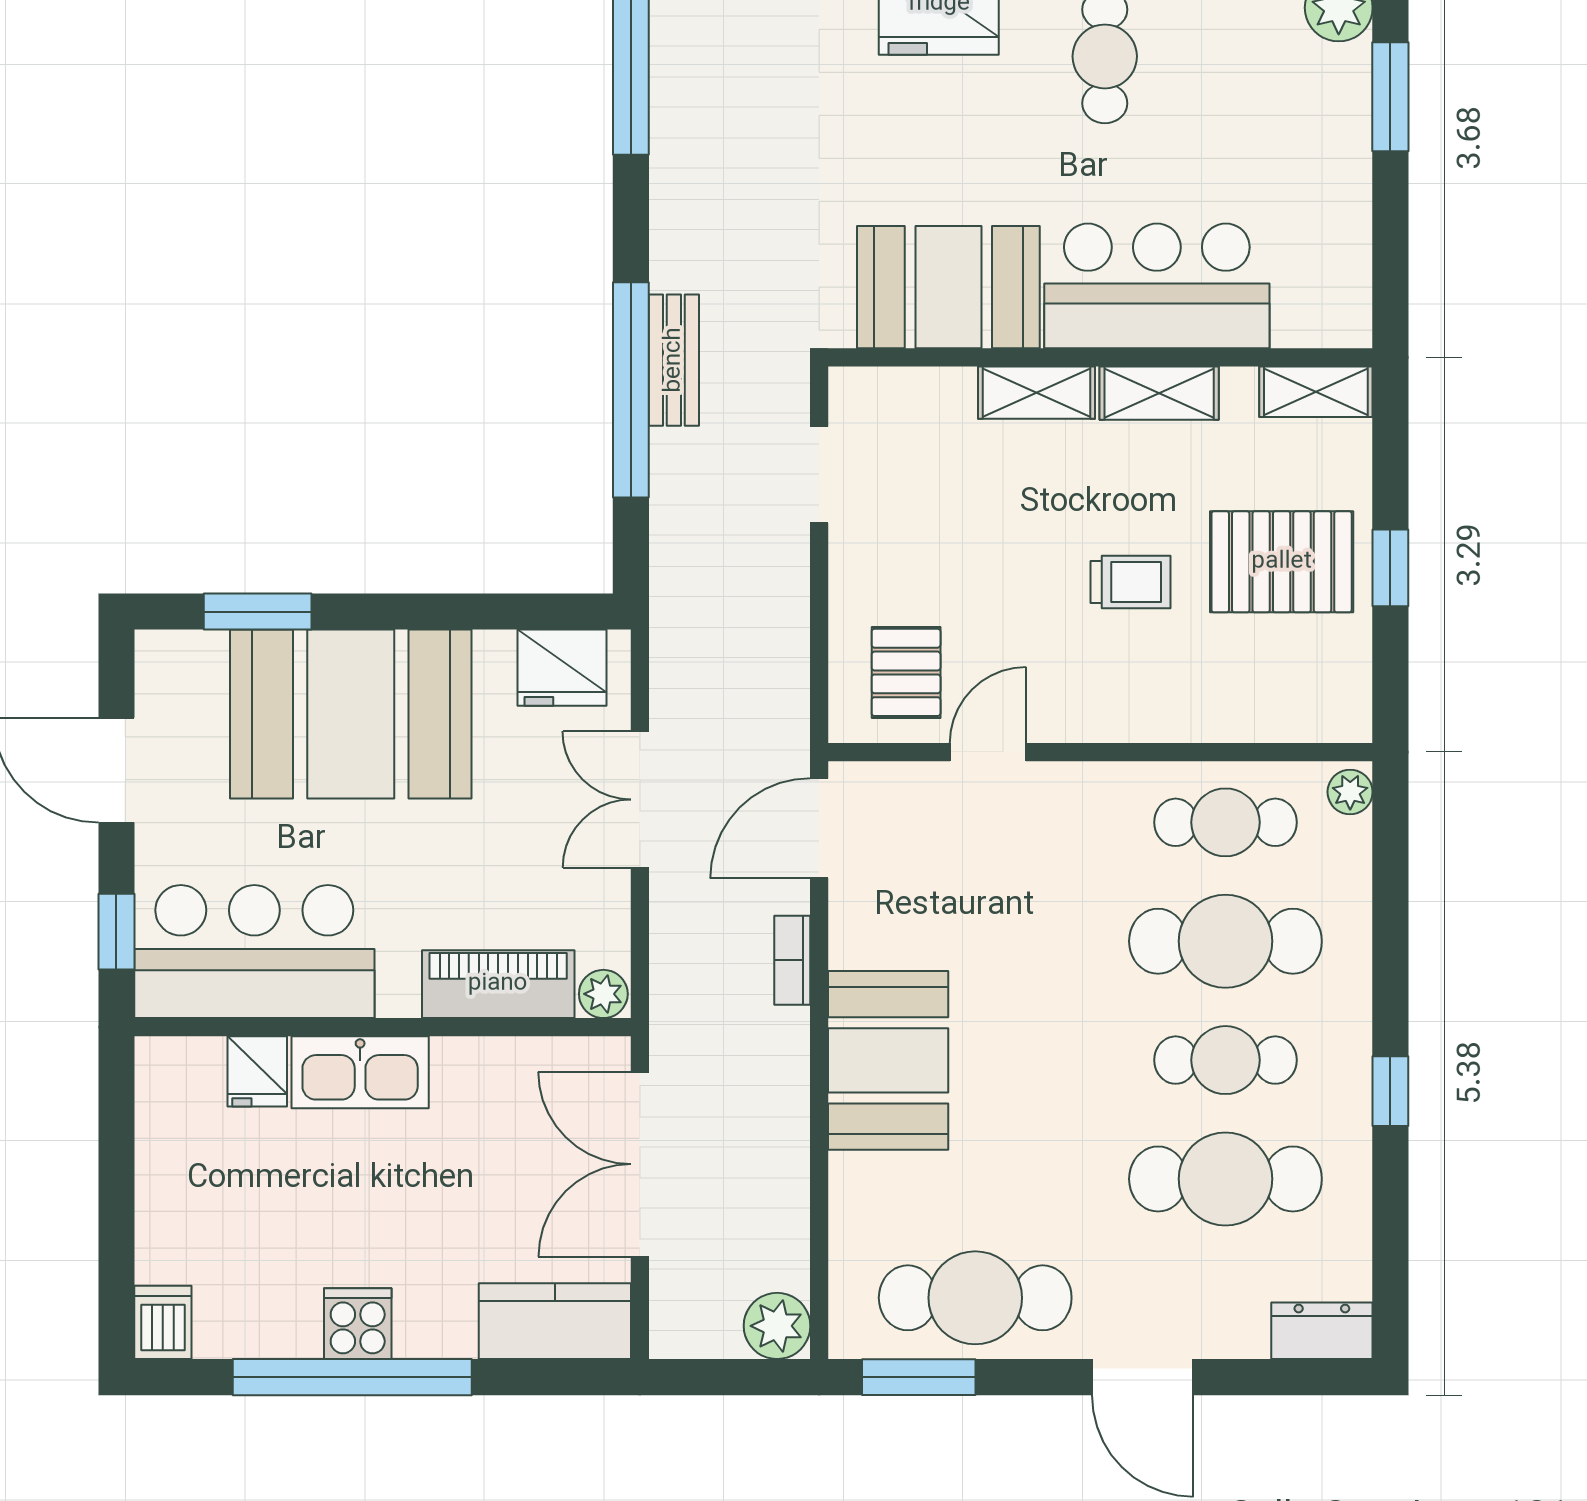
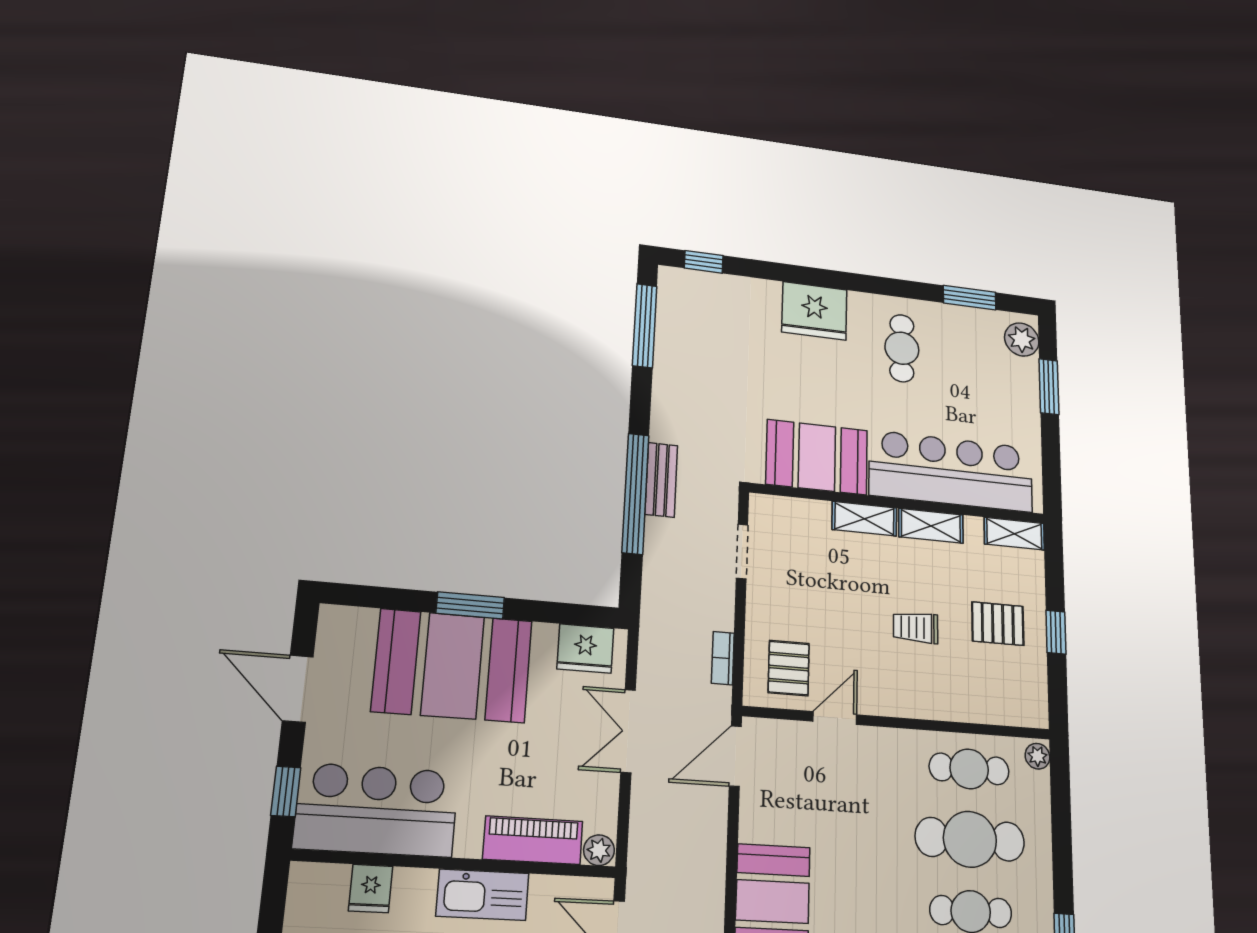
bar counter: (1157, 286) -> (951, 471), width x1.36
pallet: (1282, 562) -> (998, 624), width x0.67, depth x0.71
trolley: (1131, 582) -> (916, 627), turned 180
window: (258, 612) -> (470, 605), moved
bookcase: (792, 960) -> (723, 658), moved
kitchen sink: (360, 1072) -> (483, 895), moved

